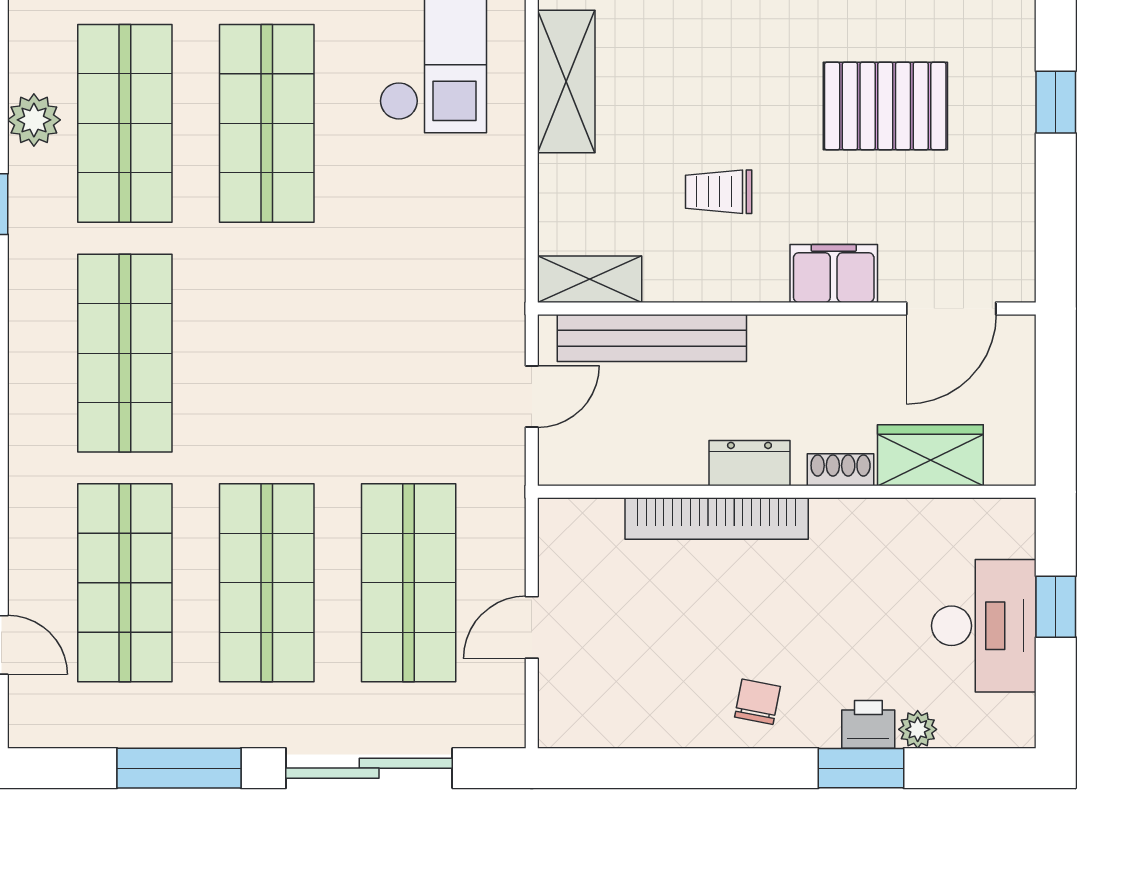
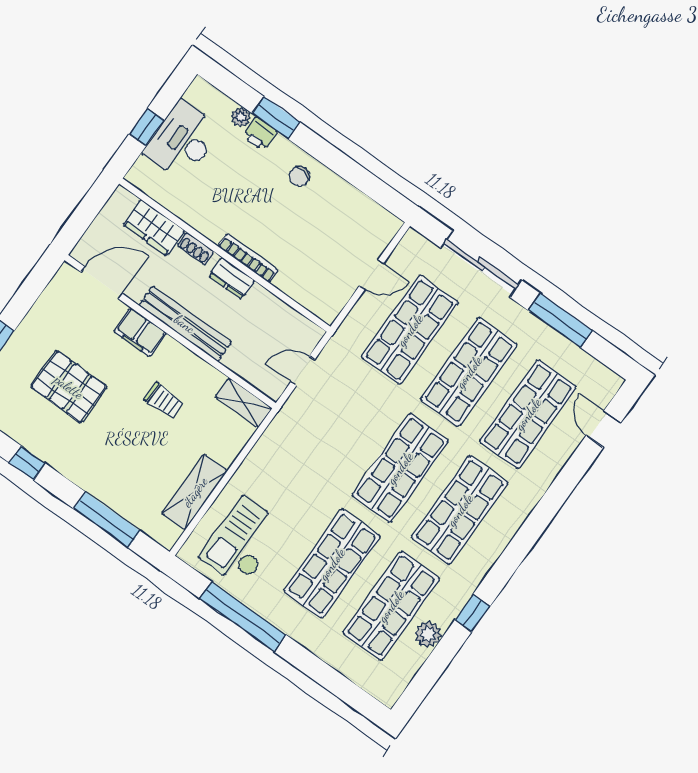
bench: (652, 338) -> (185, 324), moved
shop shelf: (267, 353) -> (400, 468), added
bookcase: (717, 518) -> (248, 258), width x0.68, depth x0.76

